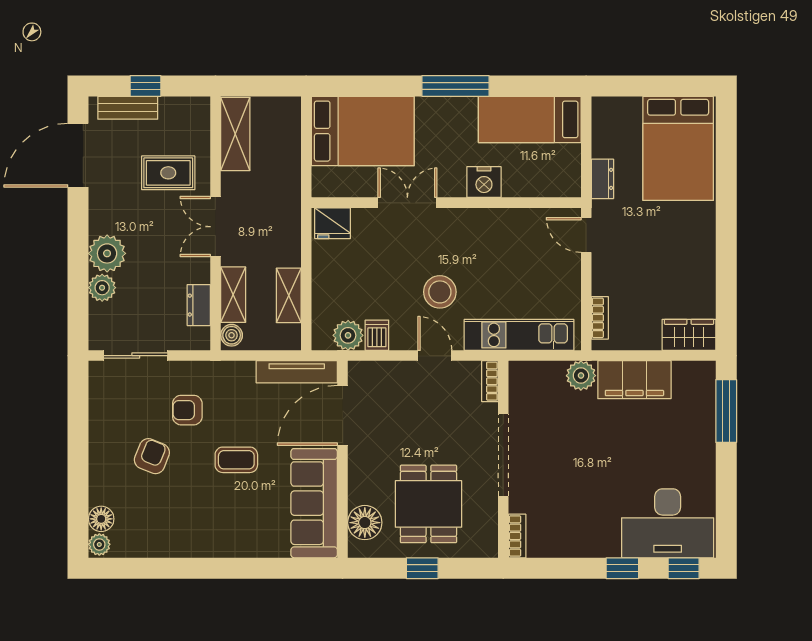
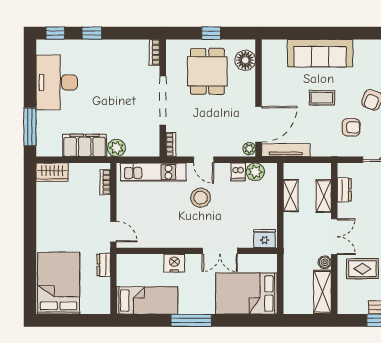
boiler: (232, 335) -> (325, 262), moved
plant: (358, 374) -> (249, 149), added
sofa: (314, 503) -> (320, 53), moved, turned 90
desk: (668, 523) -> (57, 82), moved, turned -90

